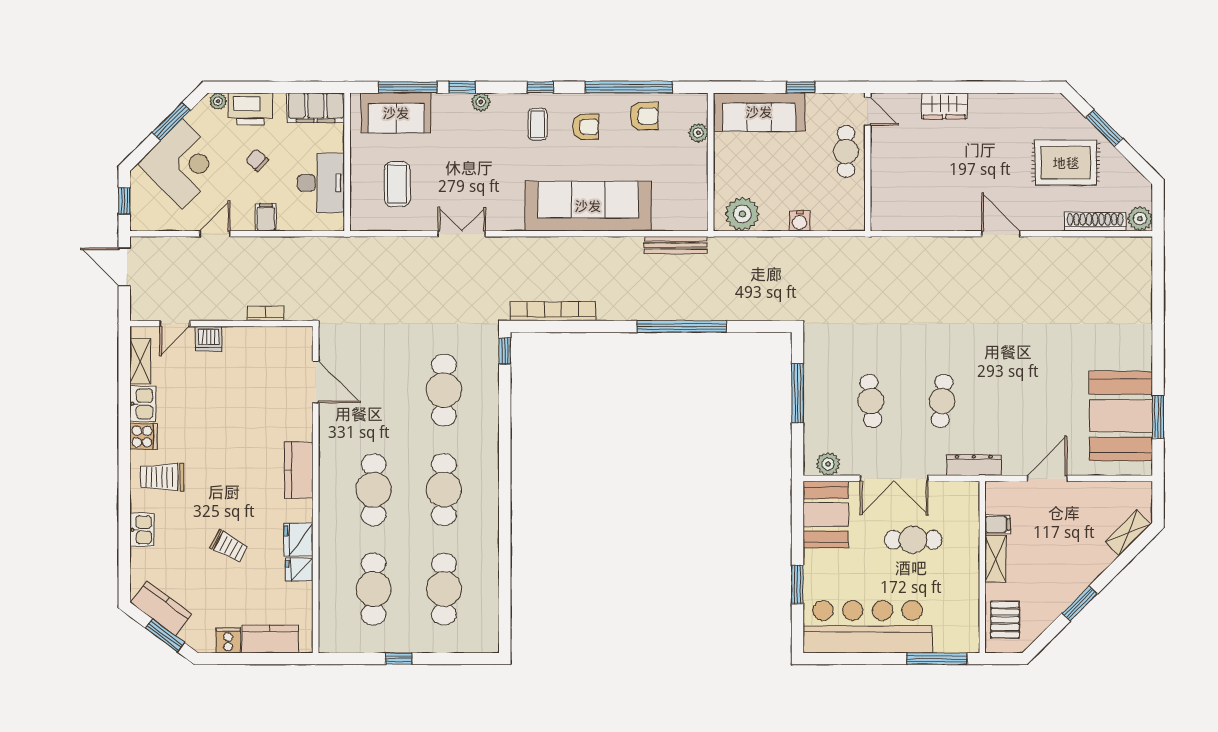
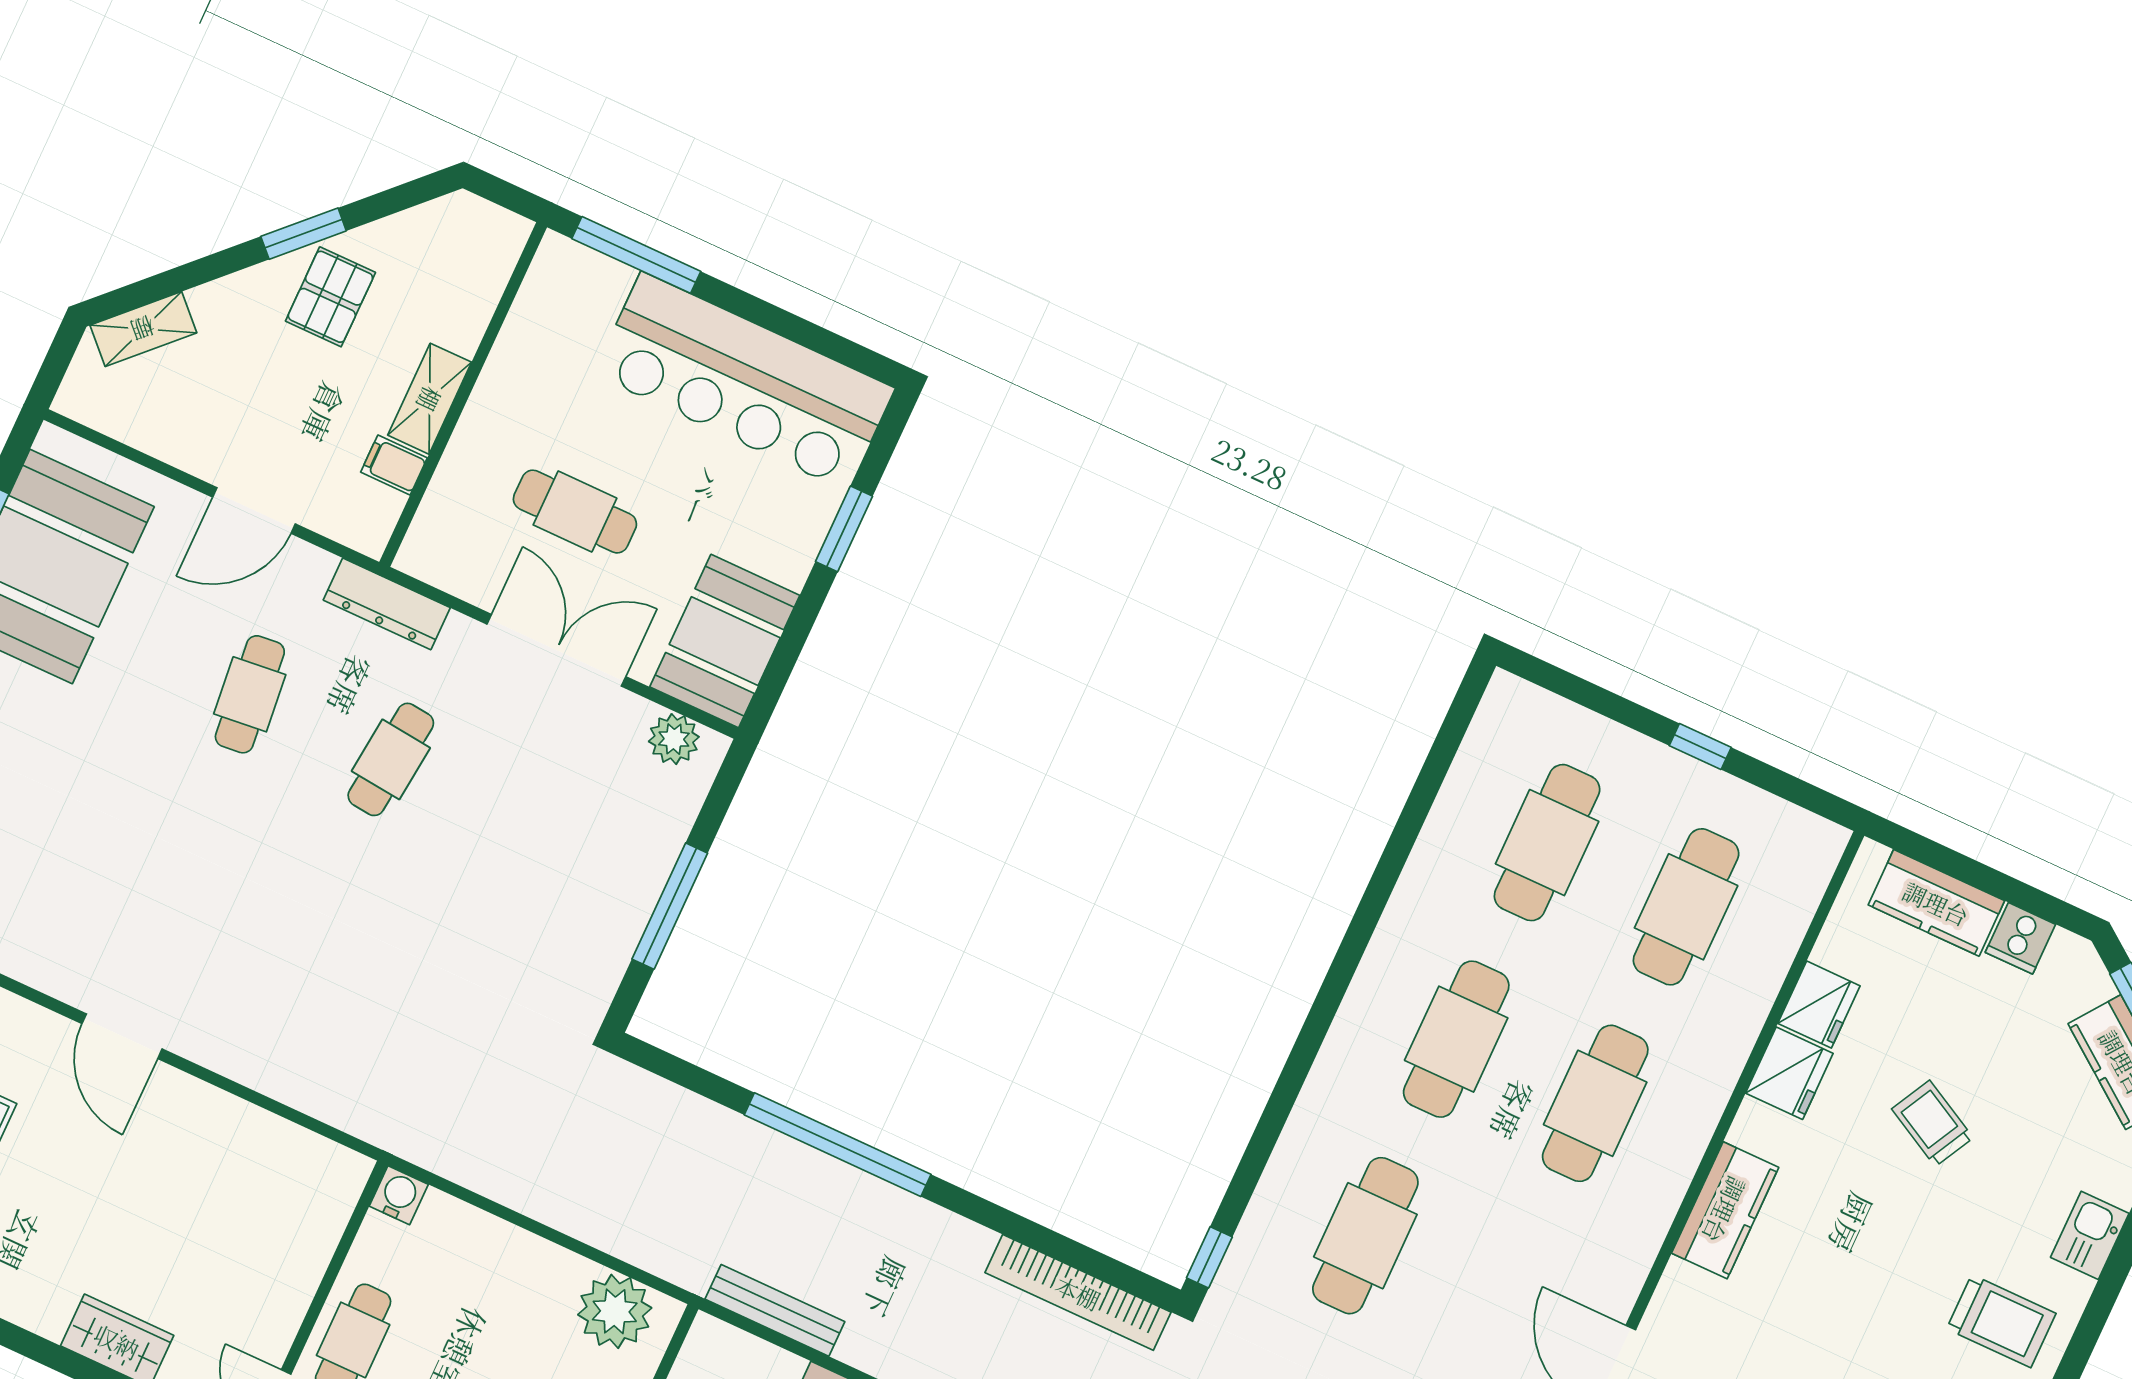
water cooler: (800, 221) -> (399, 1195), moved
cafe table: (871, 401) -> (250, 694), moved
fridge: (299, 570) -> (1819, 1005), width x1.38
pallet: (1005, 620) -> (330, 297), moved

